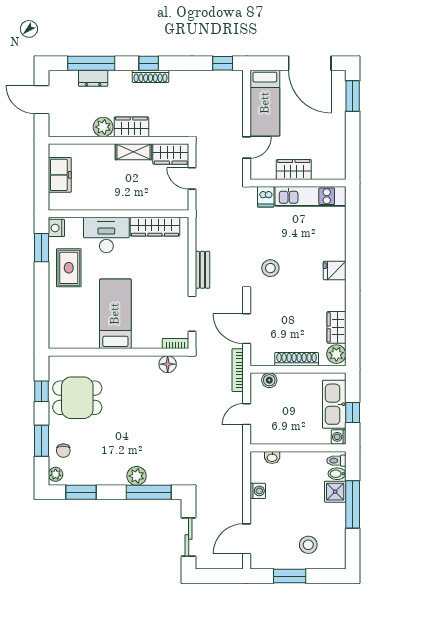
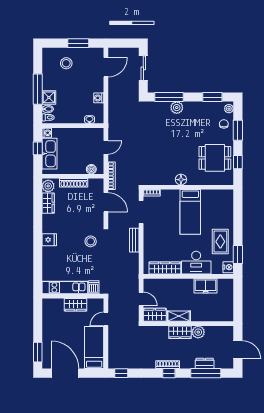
freezer: (60, 175) -> (206, 286), moved, turned -90
floor lamp: (168, 364) -> (181, 180), moved

